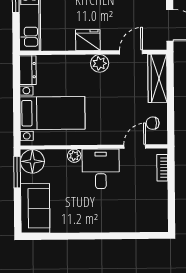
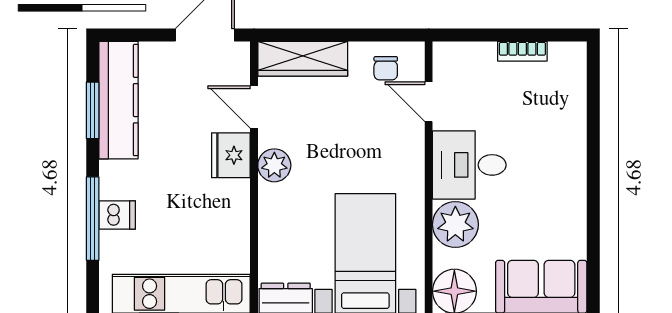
fridge: (88, 40) -> (231, 155), moved
plant: (74, 156) -> (455, 225), width x1.88, depth x1.88
bookcase: (162, 168) -> (522, 51), moved

